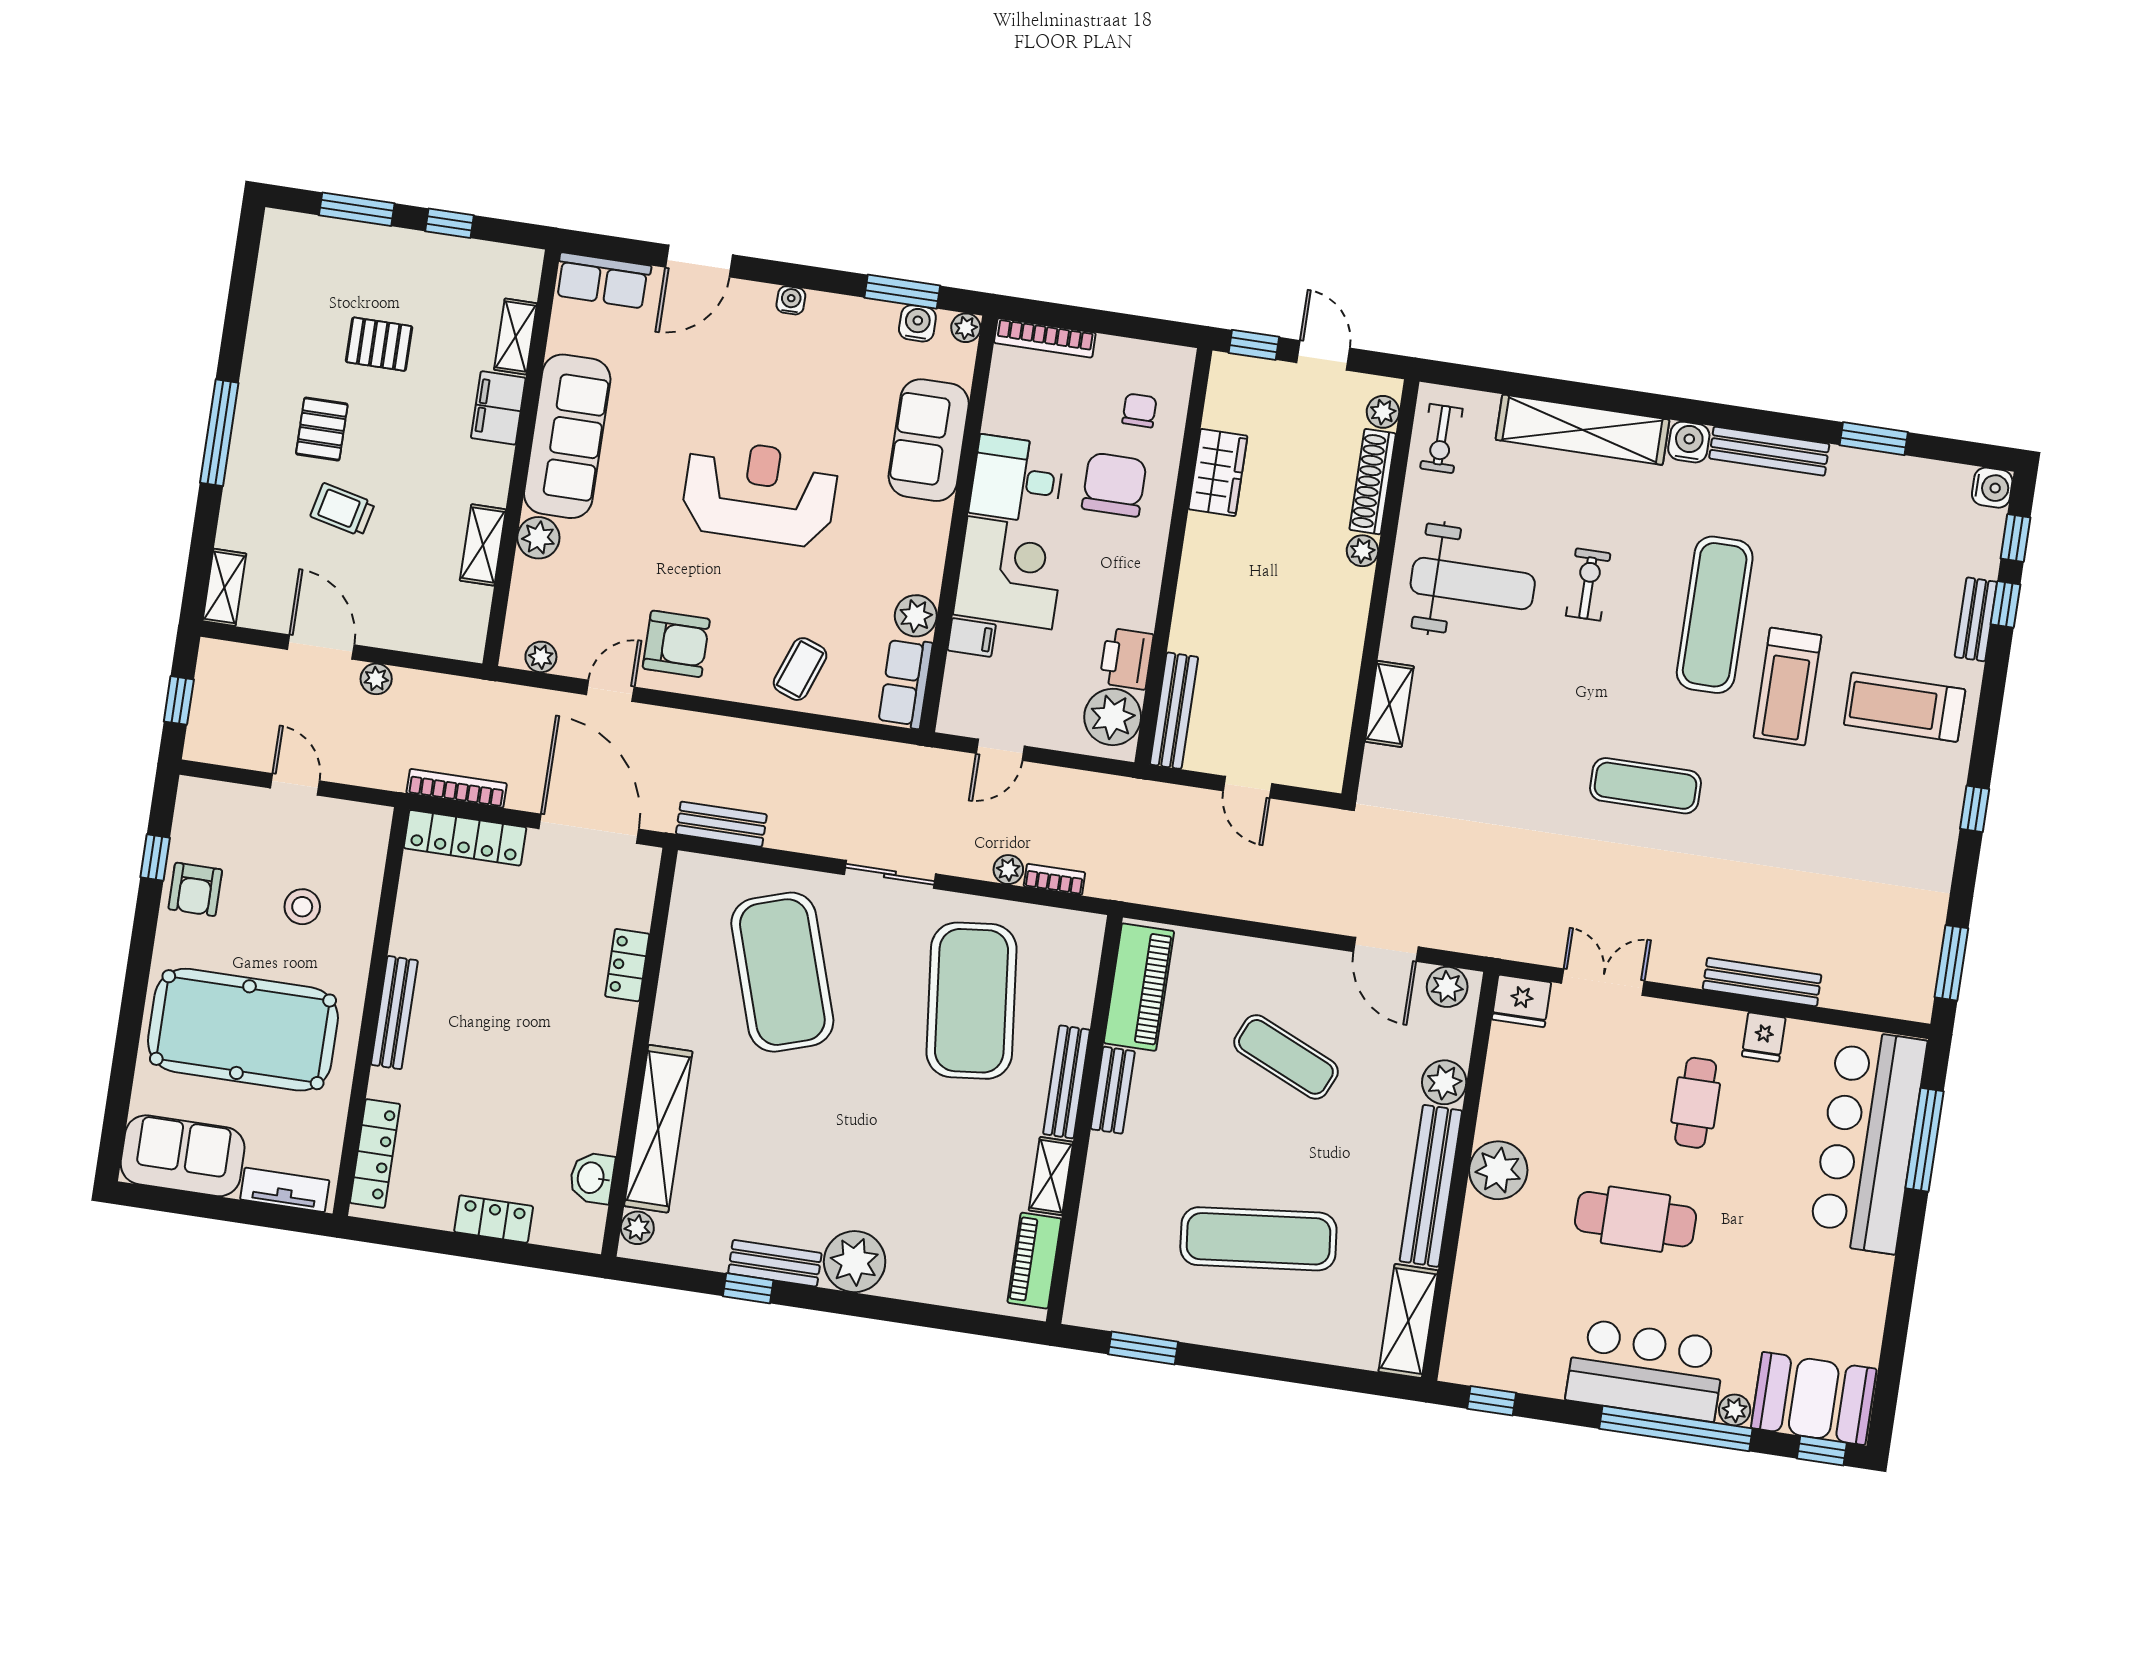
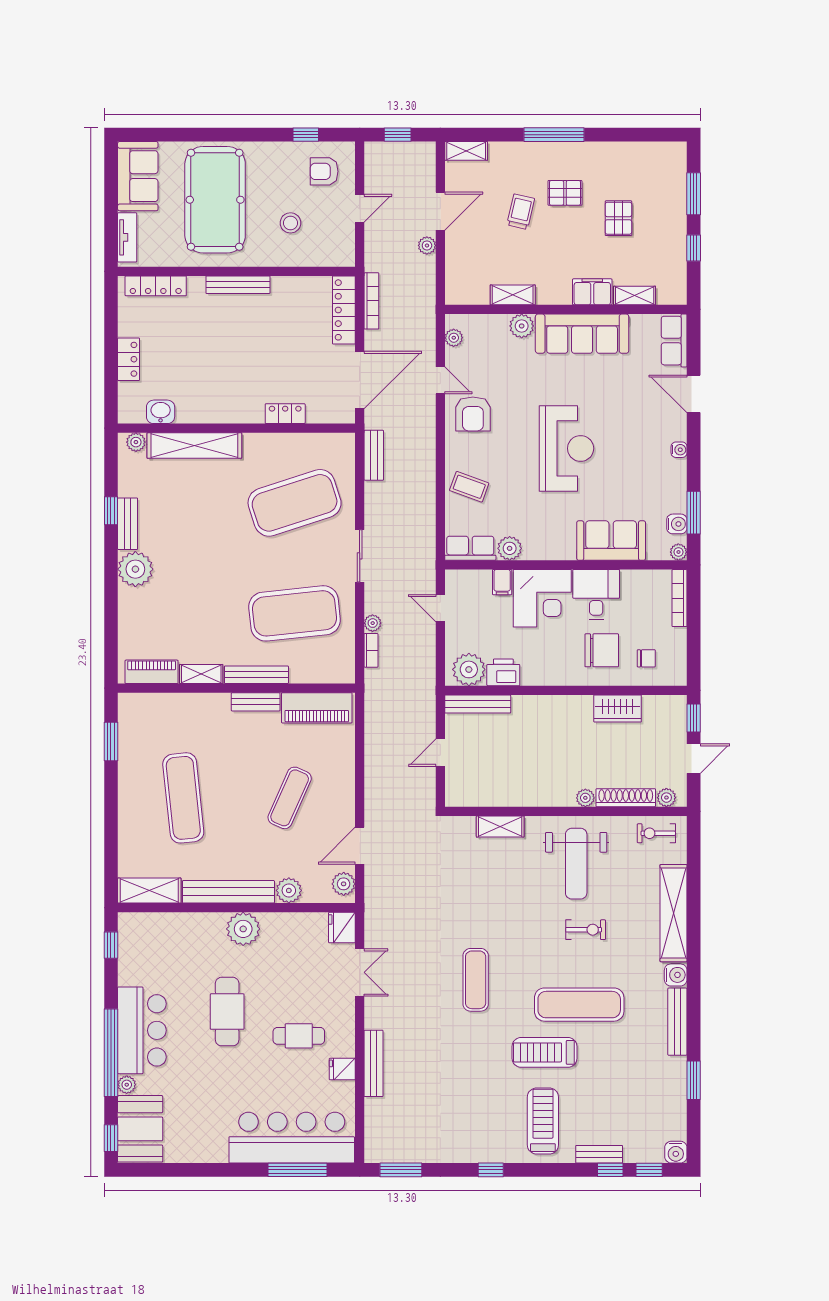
armchair: (195, 889) -> (324, 171), moved

